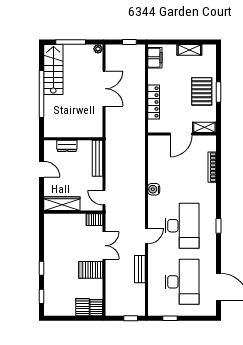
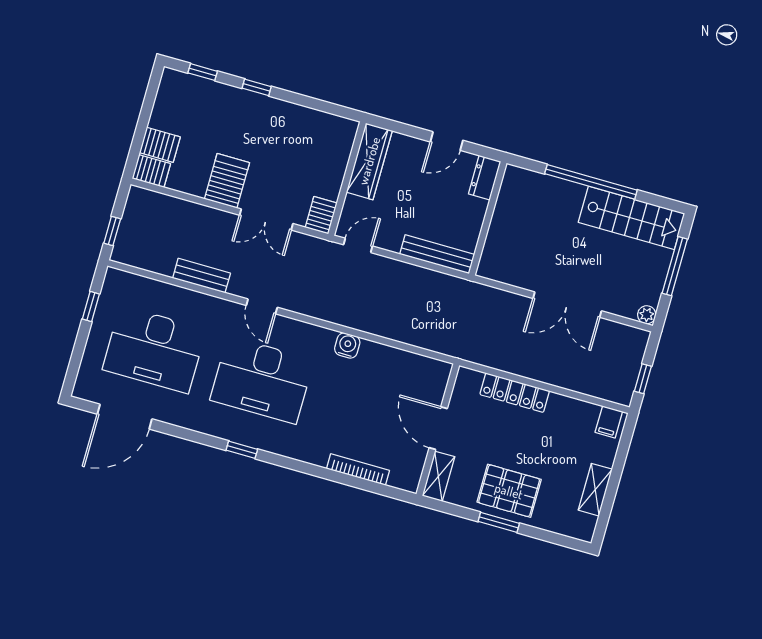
filing cabinet: (155, 58) -> (609, 422), width x0.50
dresser: (67, 146) -> (485, 178), moved

